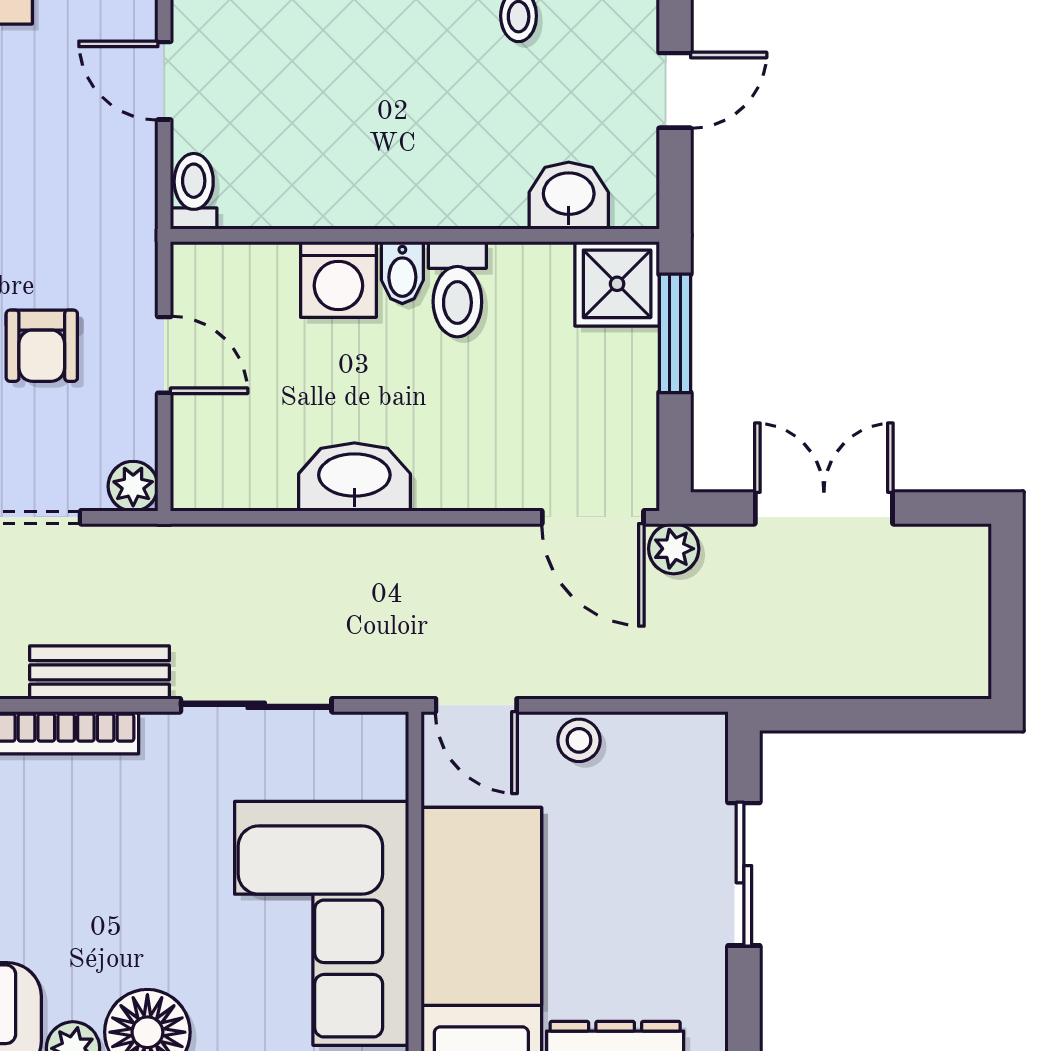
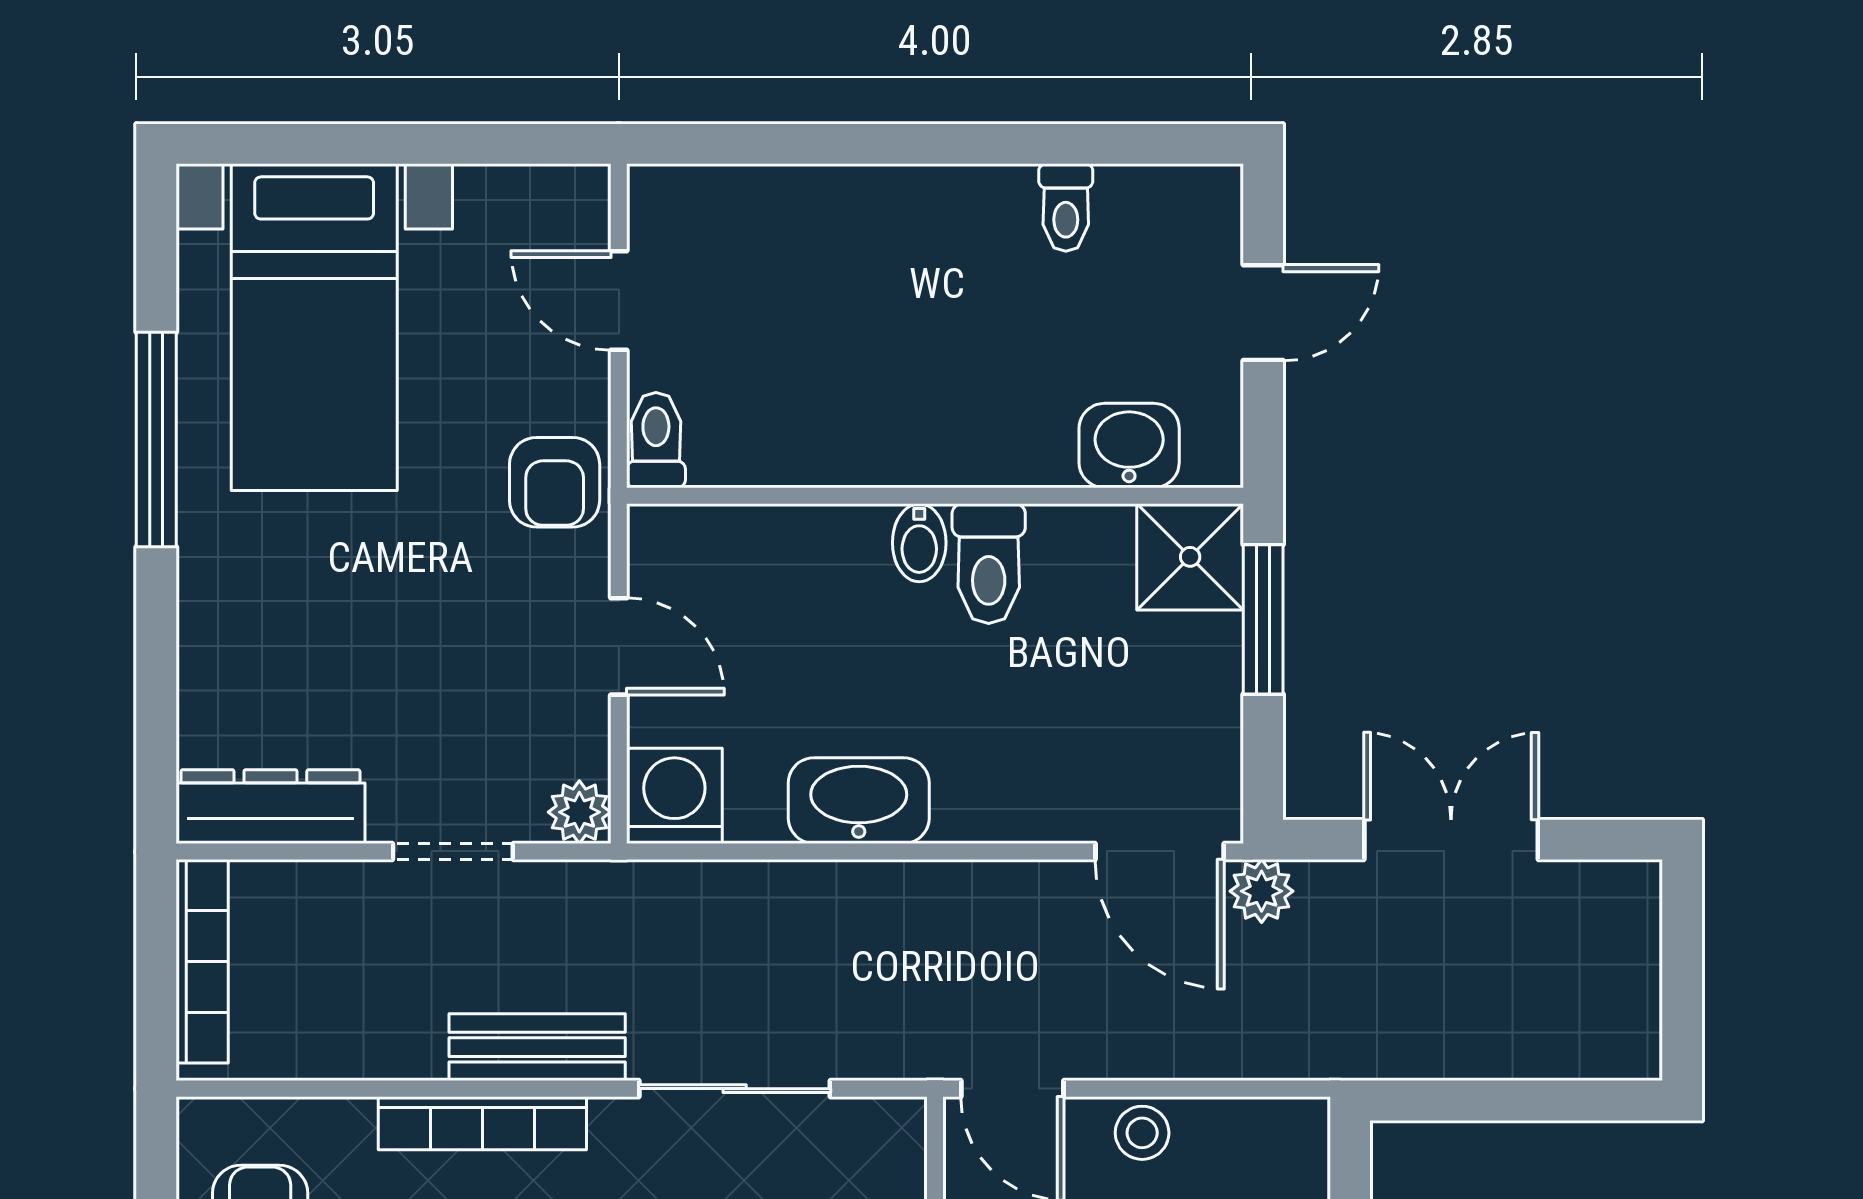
washing machine: (338, 279) -> (674, 796), moved, turned 180
armchair: (42, 346) -> (555, 482), moved

